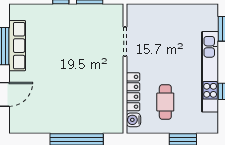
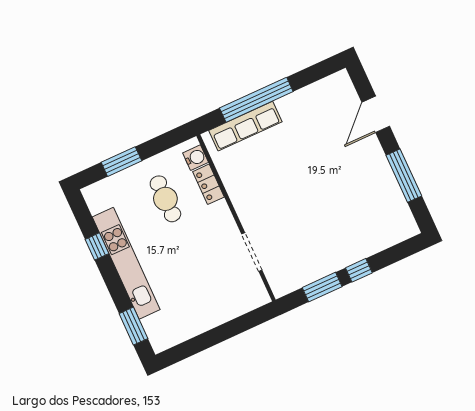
row of seats: (17, 46) -> (245, 126), moved, turned -90
locker: (133, 92) -> (208, 184), width x0.66

